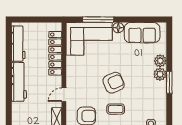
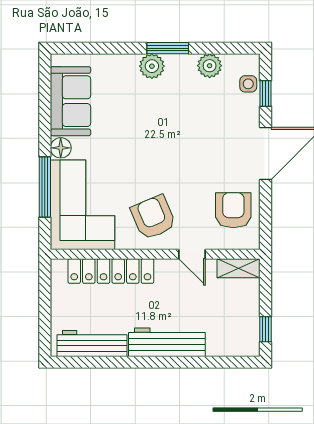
plant: (160, 61) -> (210, 66), moved
armchair: (114, 83) -> (153, 217), moved
coffee table: (116, 109) -> (220, 153), removed

